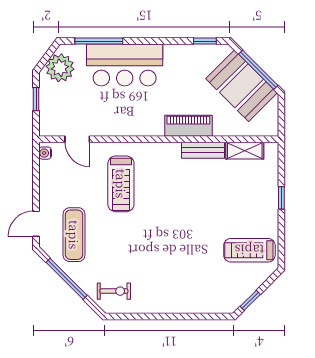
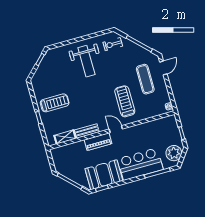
booth: (241, 86) -> (104, 175), moved, turned -45
door: (77, 139) -> (116, 129), moved
exercise mat: (74, 235) -> (145, 79), moved
treadmill: (249, 250) -> (55, 103), moved
weight bench: (169, 274) -> (86, 61), added

